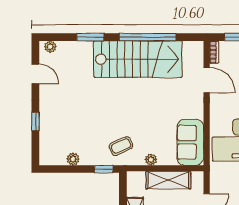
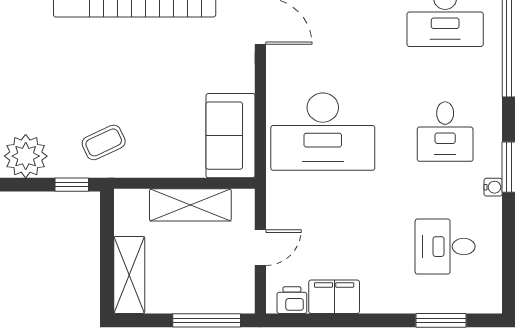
plant: (73, 159) -> (26, 156), width x1.88, depth x1.88
plant: (151, 159) -> (158, 167), removed

